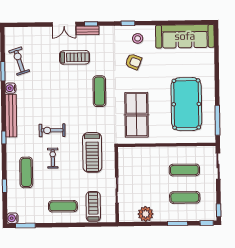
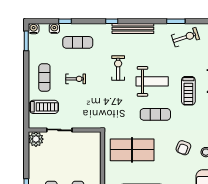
water cooler: (11, 88) -> (54, 28), moved
weight bench: (65, 95) -> (152, 81), added
treadmill: (92, 152) -> (96, 107), removed
exercise bike: (53, 158) -> (76, 79), moved
plant: (146, 214) -> (36, 139), moved

